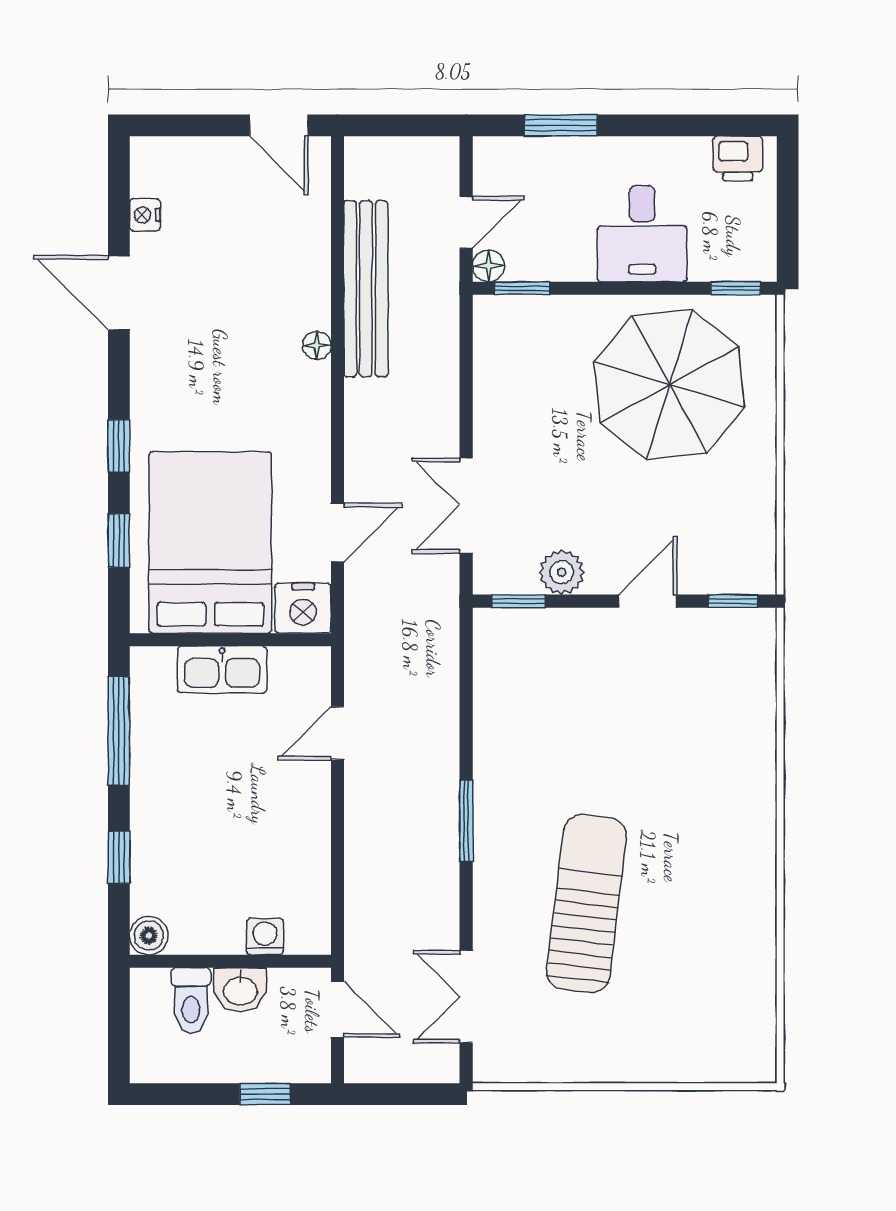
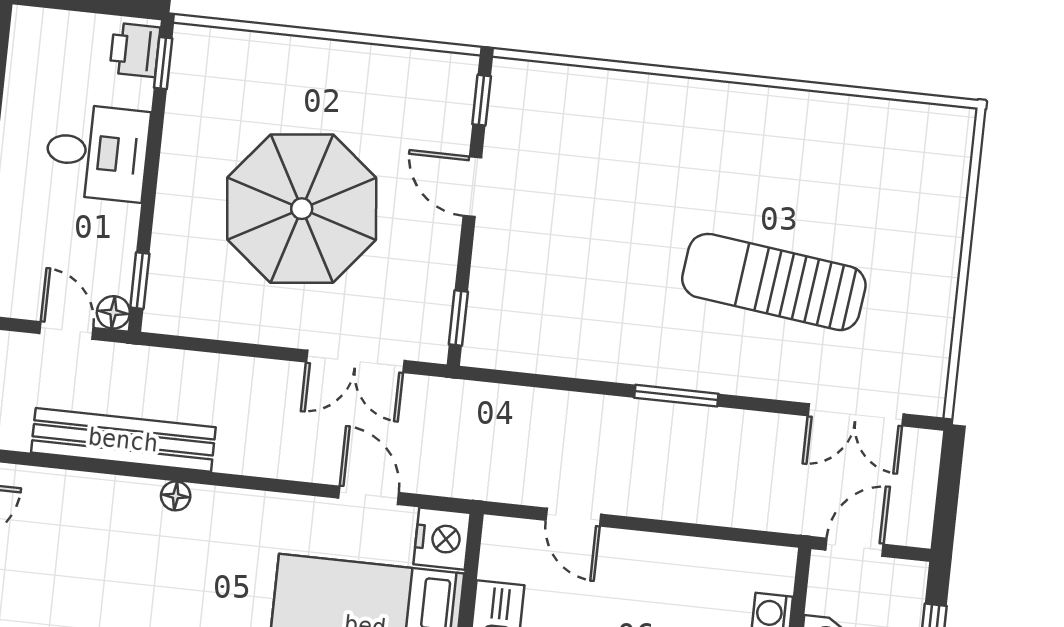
printer: (738, 158) -> (135, 50), moved, turned 180
parasol: (669, 385) -> (302, 209), moved
plant: (562, 572) -> (434, 271), removed

